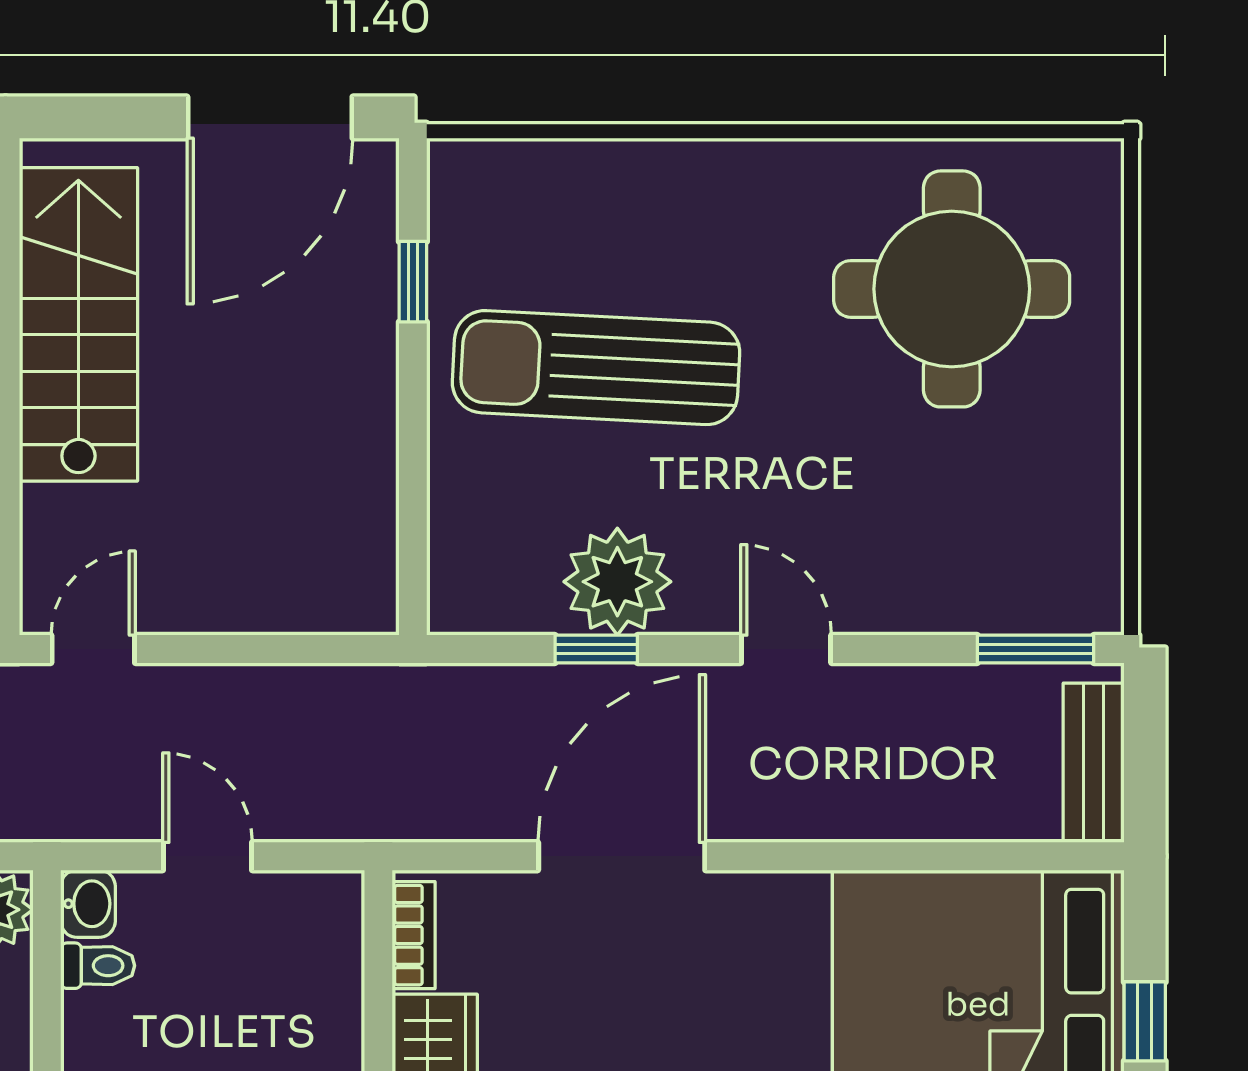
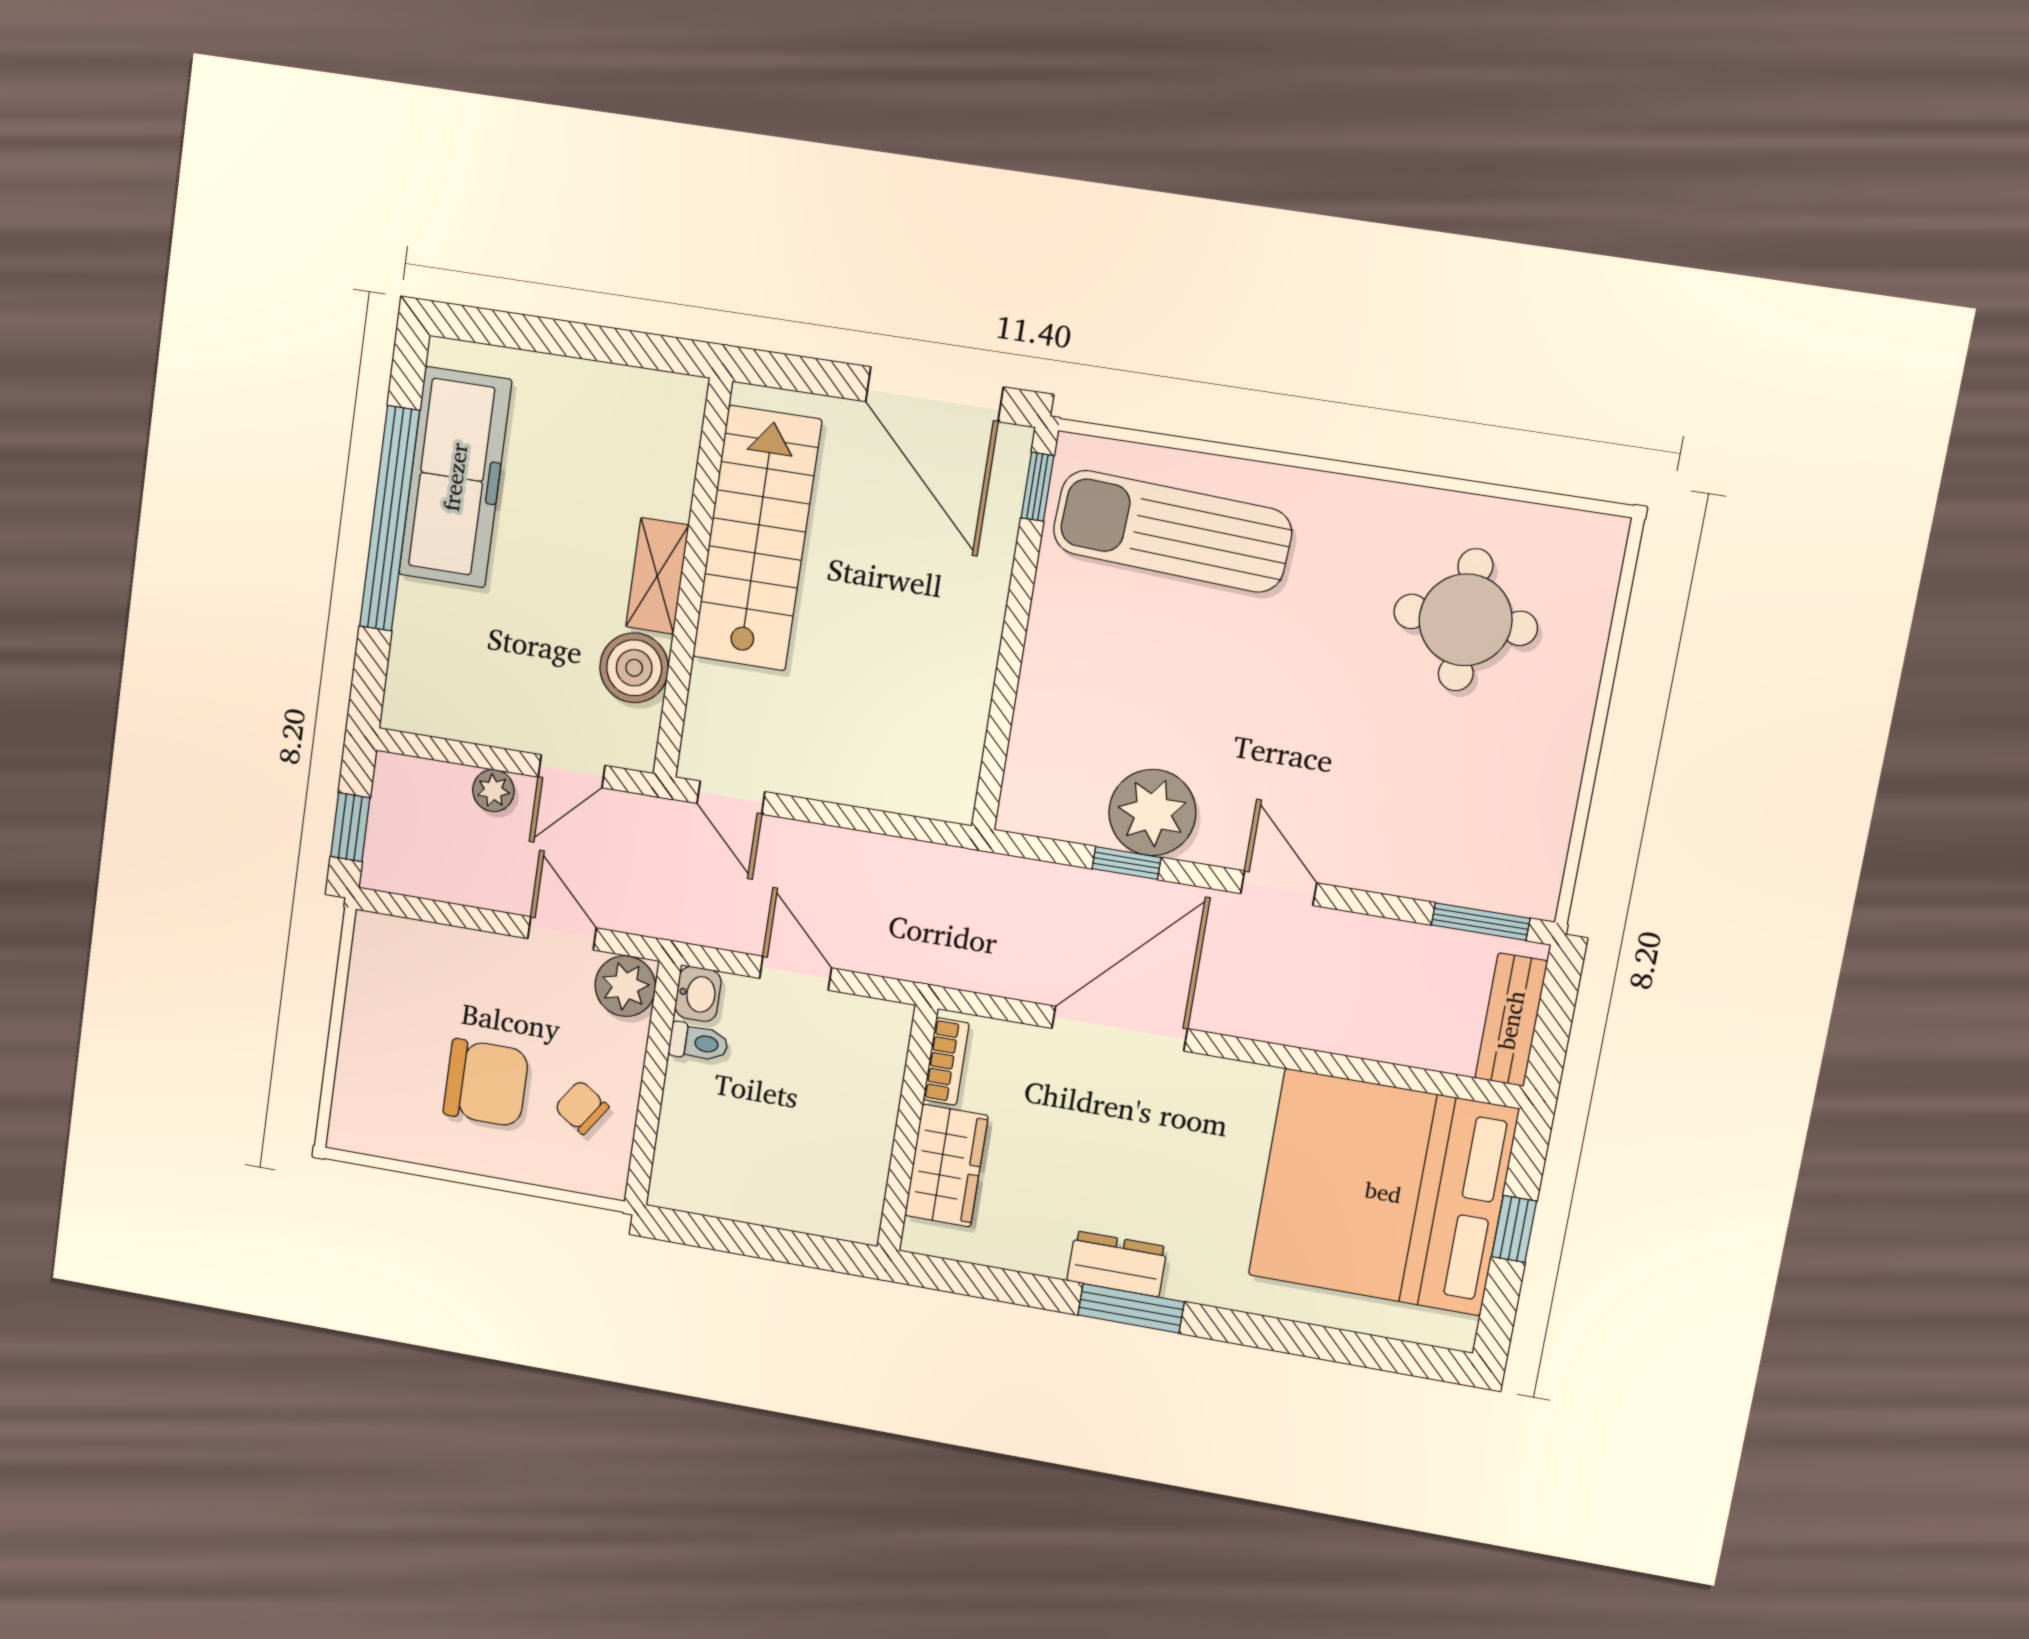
door: (270, 117) -> (934, 394), hinge flipped
window: (413, 282) -> (1037, 487), moved
round table: (952, 289) -> (1466, 620), width x0.73, depth x0.73
sun lounger: (596, 368) -> (1172, 531), moved
door: (93, 649) -> (731, 798), swing flipped

